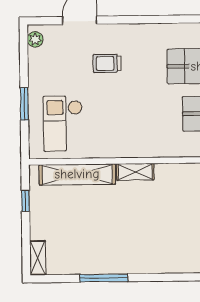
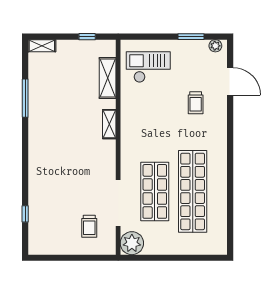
trolley: (107, 63) -> (196, 103), turned 180
window: (24, 104) -> (191, 37), moved
shelving: (77, 174) -> (108, 78), width x0.68

